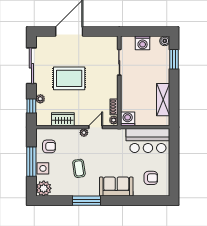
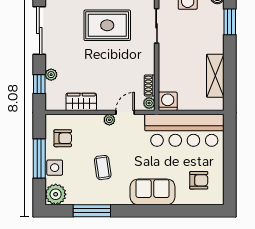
rug: (69, 78) -> (107, 25), moved
bar counter: (148, 140) -> (184, 130), width x1.36
window: (87, 201) -> (92, 211), moved

